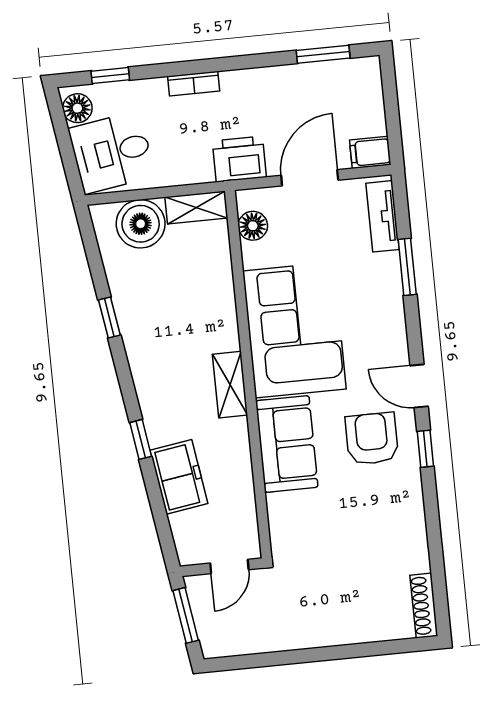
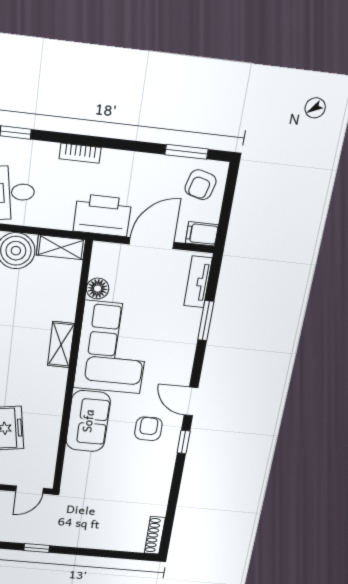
armchair: (351, 91) -> (201, 185), added
printer: (239, 159) -> (102, 215), width x1.37, depth x1.19
floor lamp: (253, 226) -> (98, 289), moved
shelving: (230, 385) -> (61, 345), moved
armchair: (372, 439) -> (148, 429), width x0.72, depth x0.72
window: (260, 660) -> (37, 548), added

